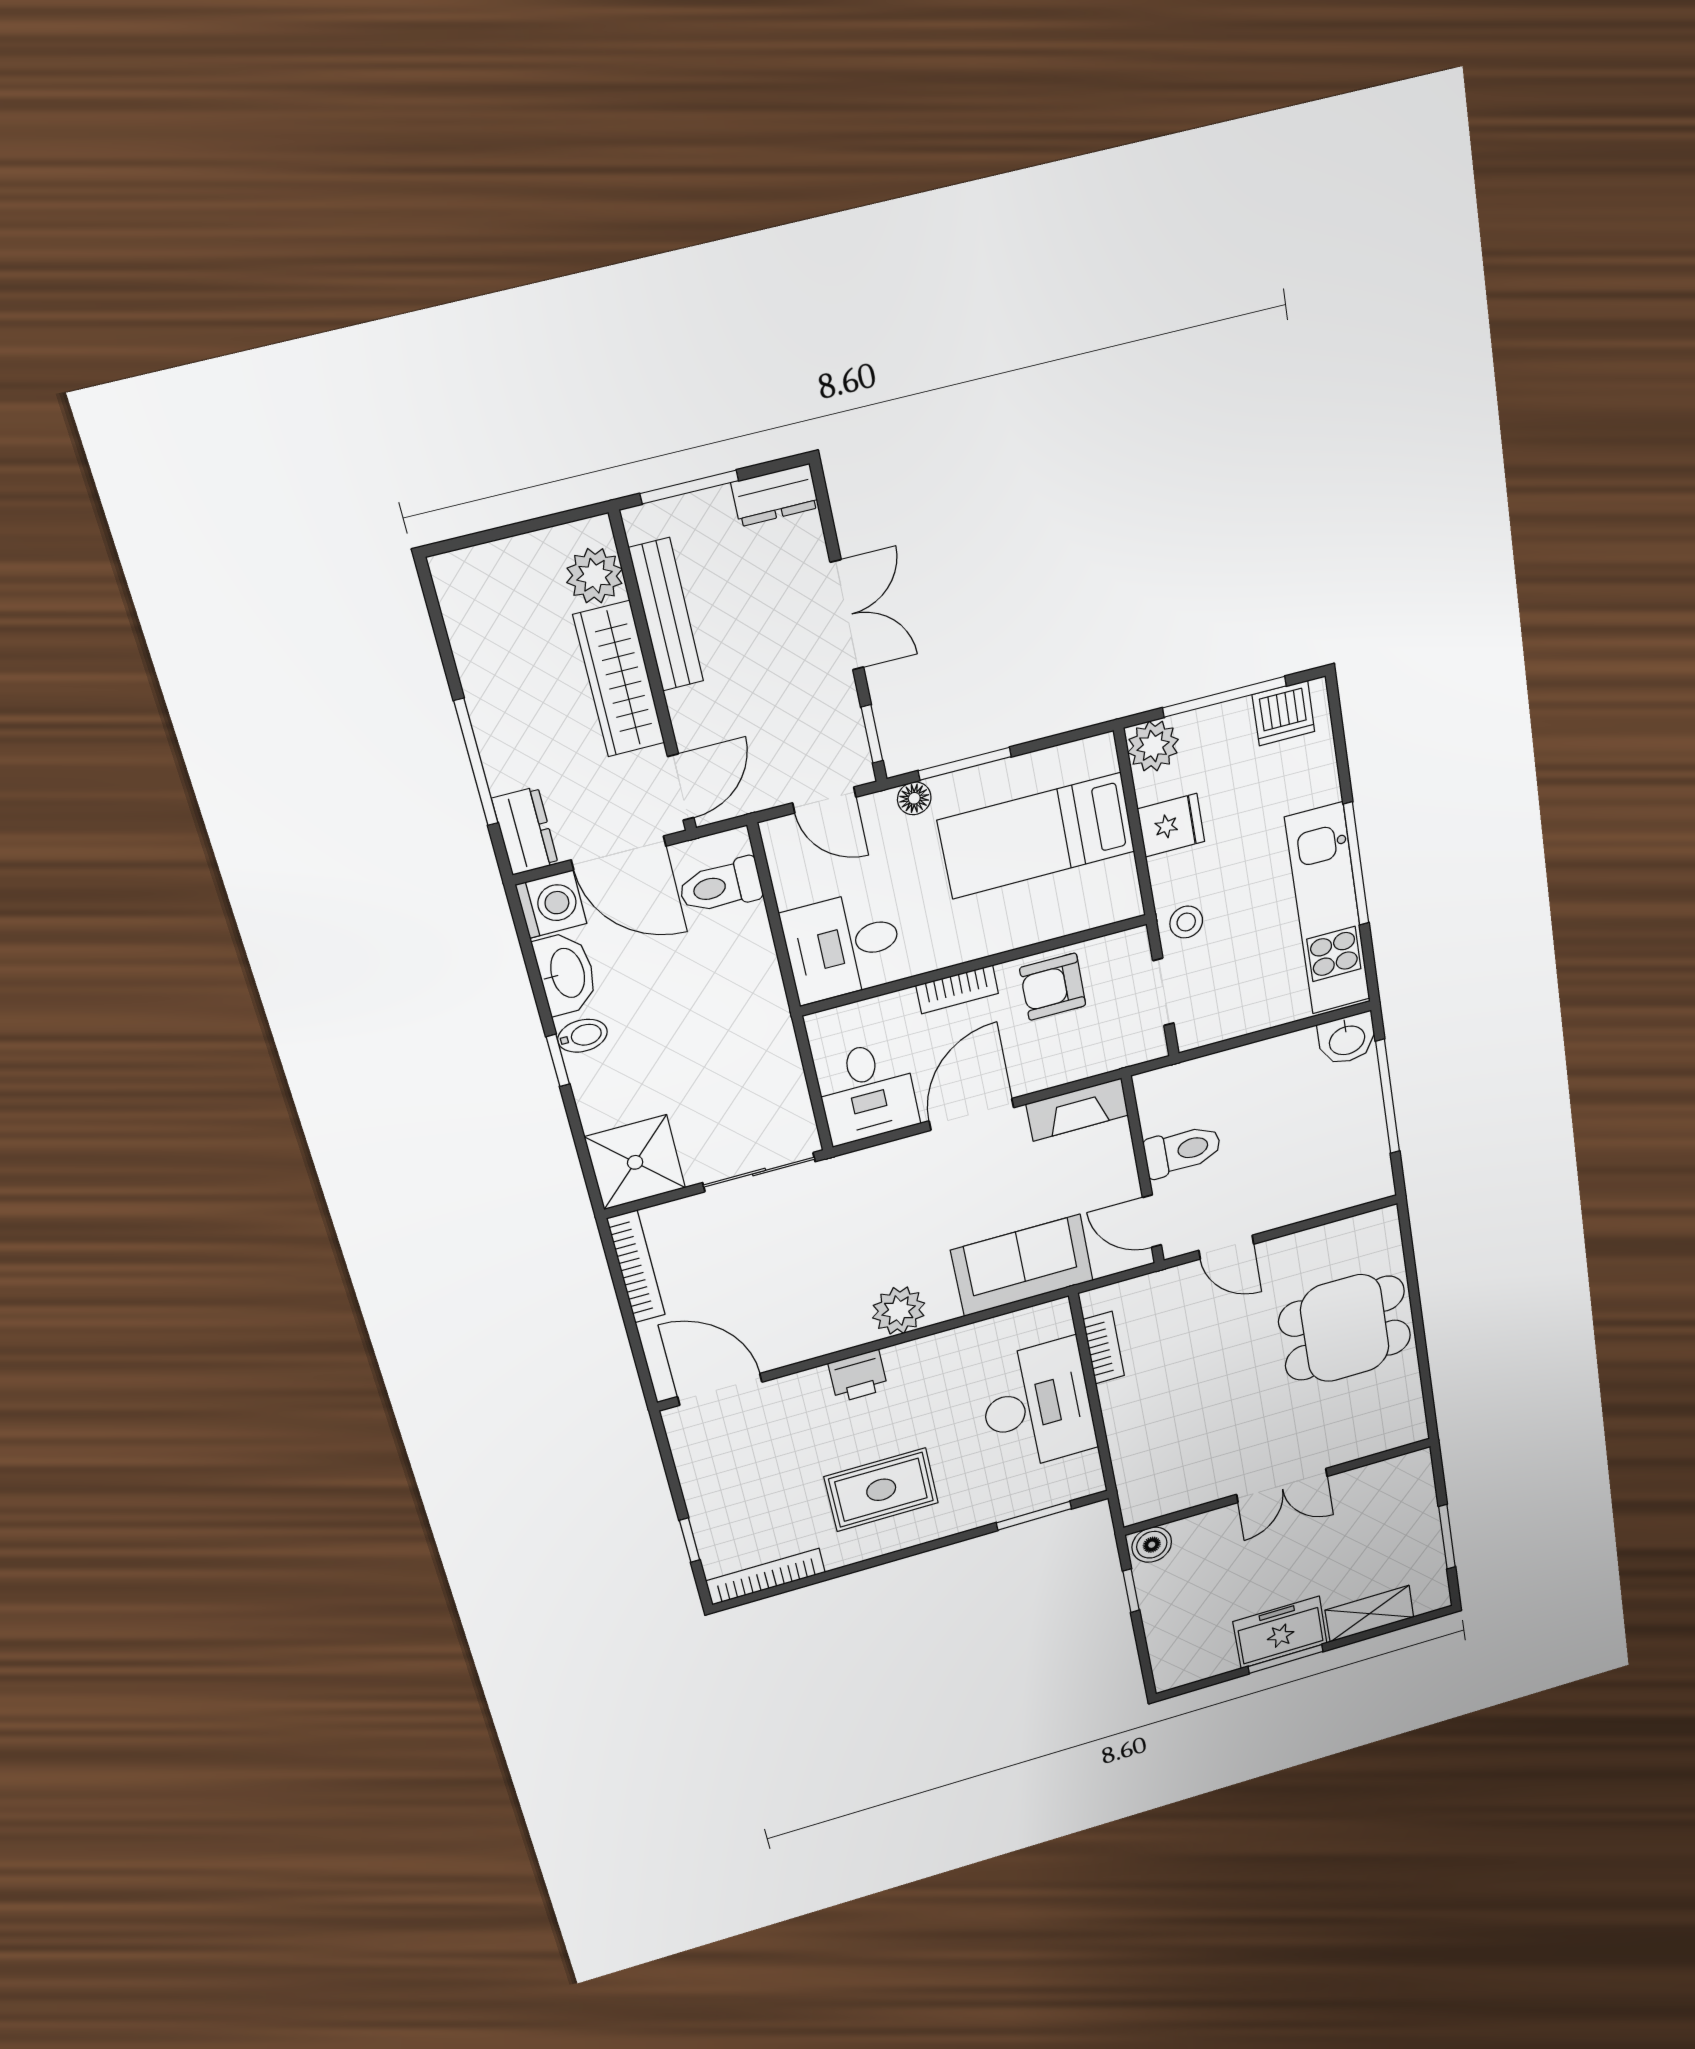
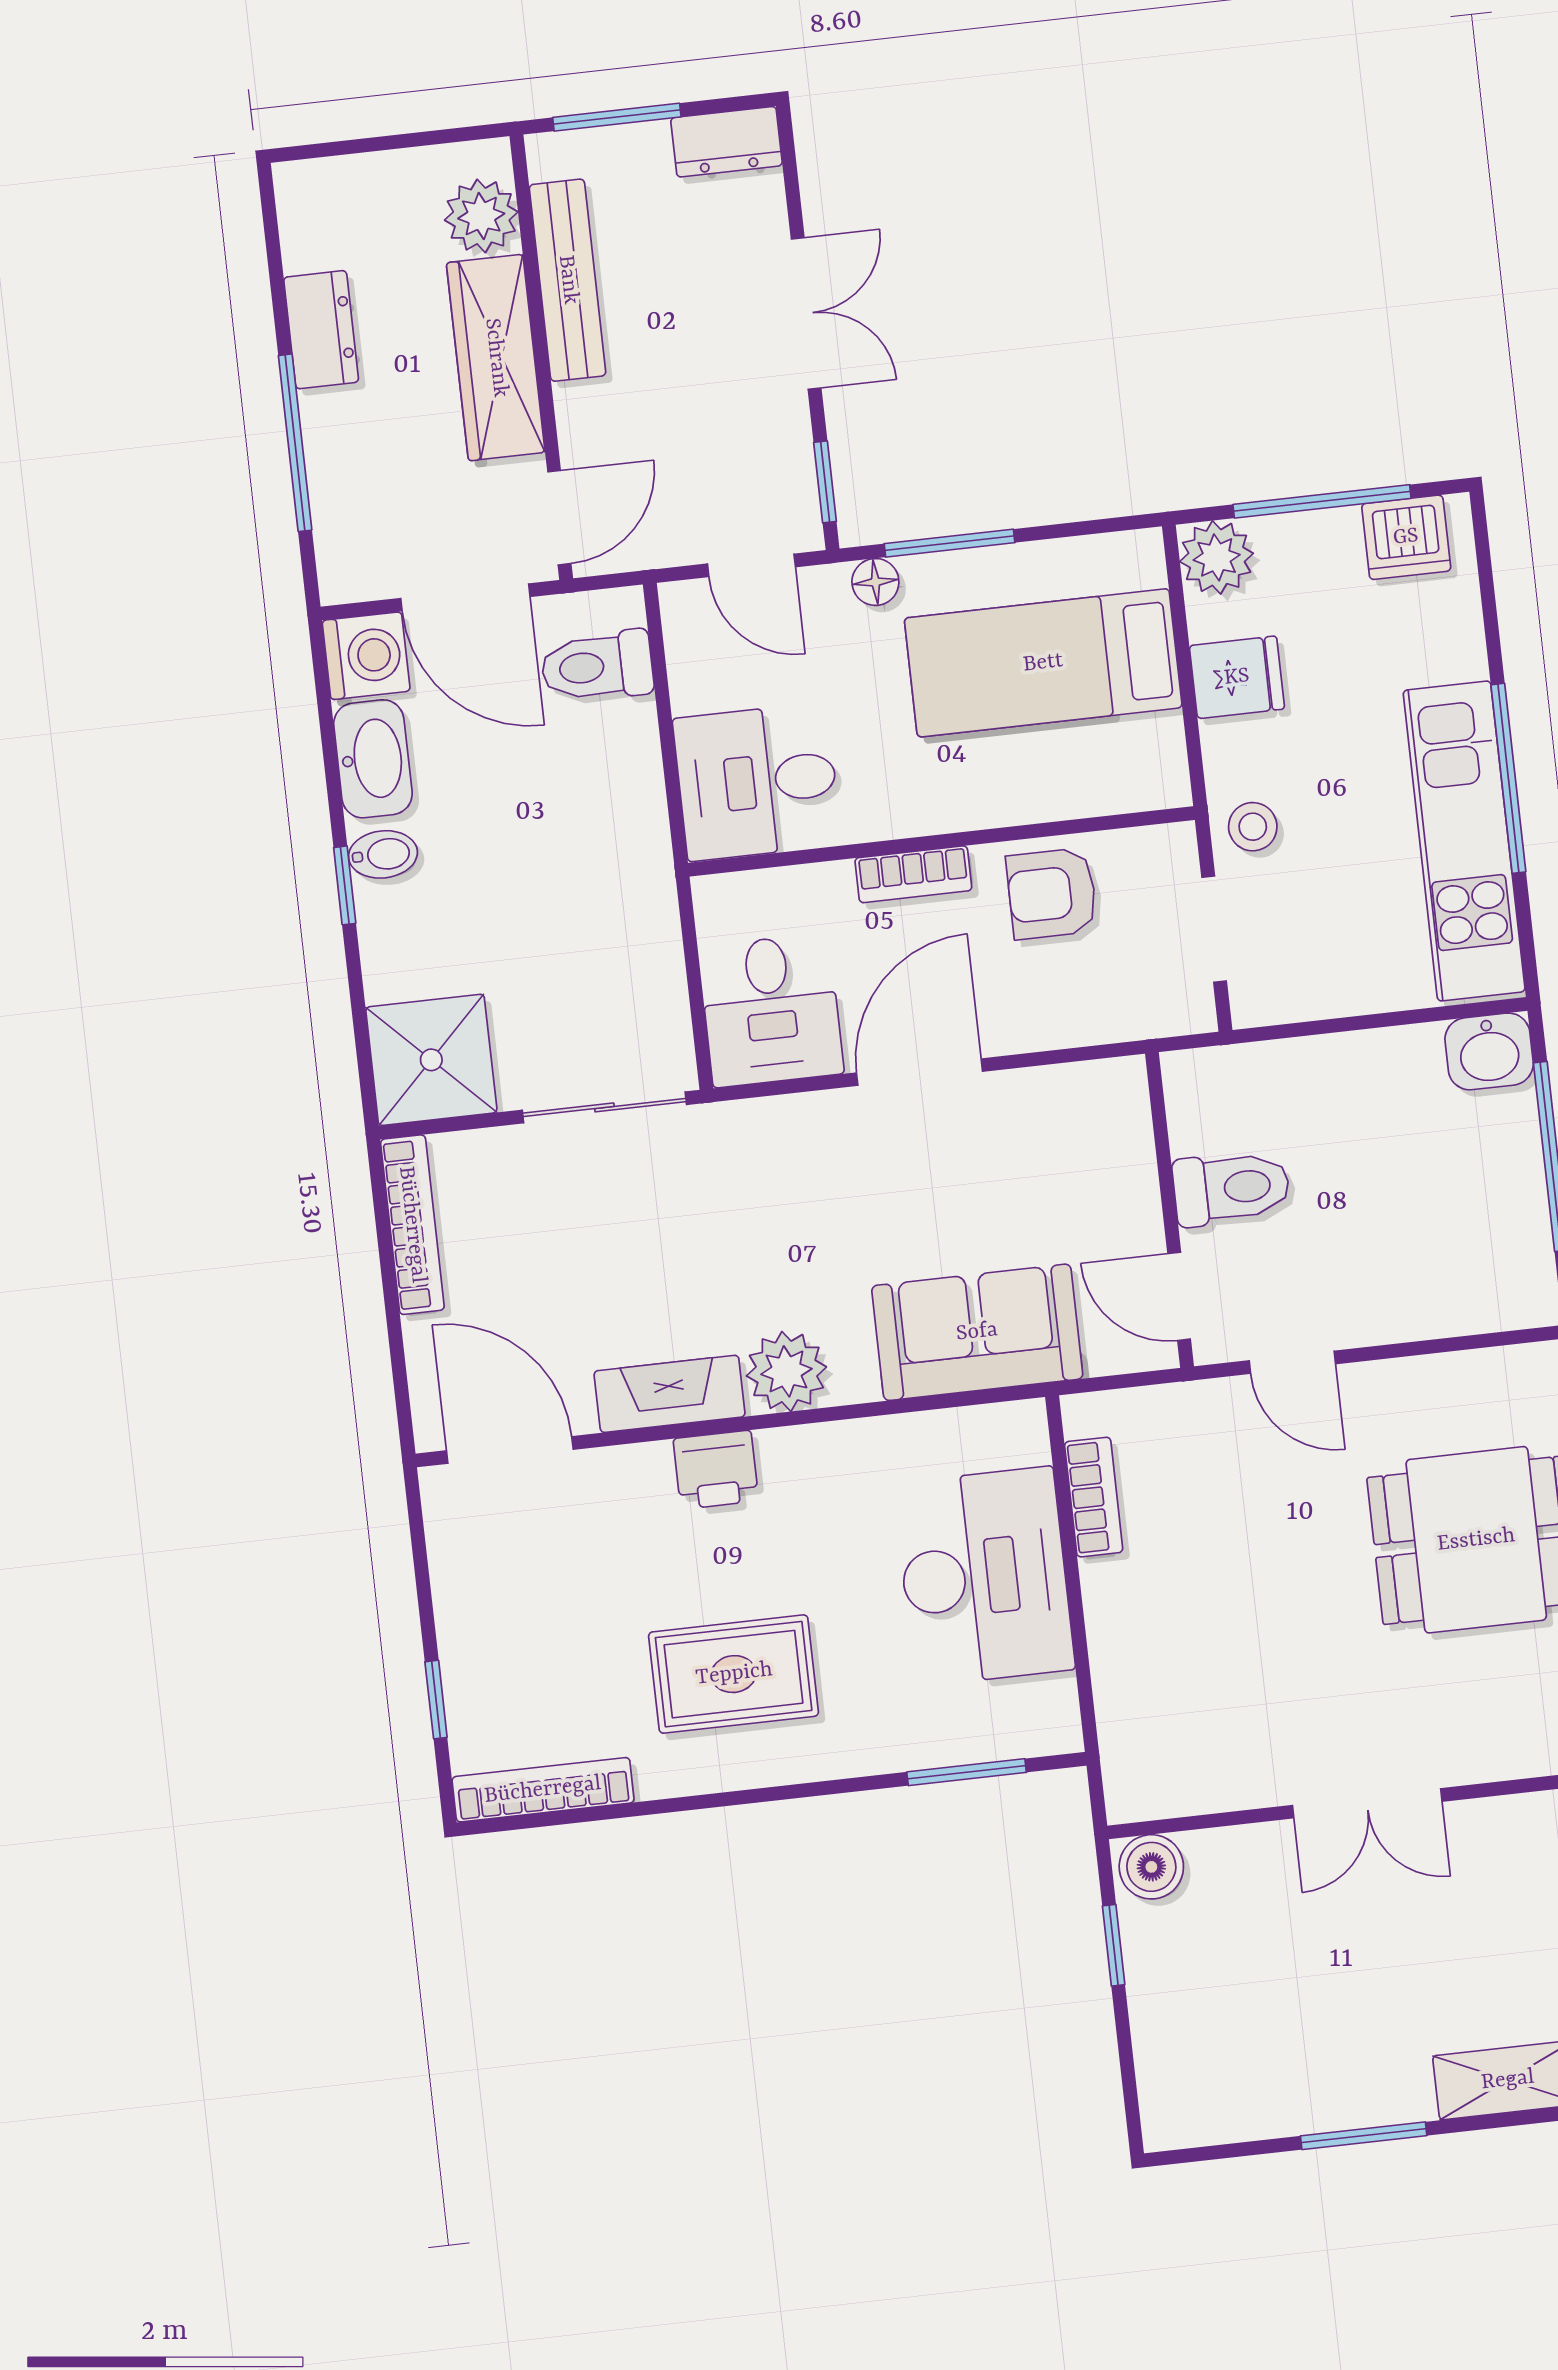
dresser: (525, 831) -> (321, 330), moved
fireplace: (1077, 1110) -> (670, 1394), moved, turned 180
freezer: (1280, 1632) -> (1356, 2082), removed

